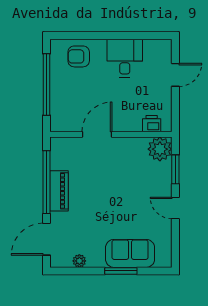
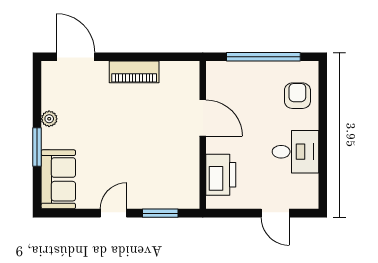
printer: (152, 124) -> (221, 175), width x1.87, depth x1.48
plant: (160, 149) -> (185, 194), removed
window: (47, 182) -> (145, 57), removed
sofa: (130, 253) -> (58, 179), moved
plant: (79, 261) -> (49, 119), moved

